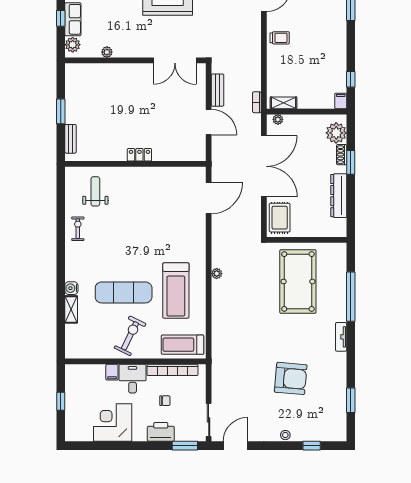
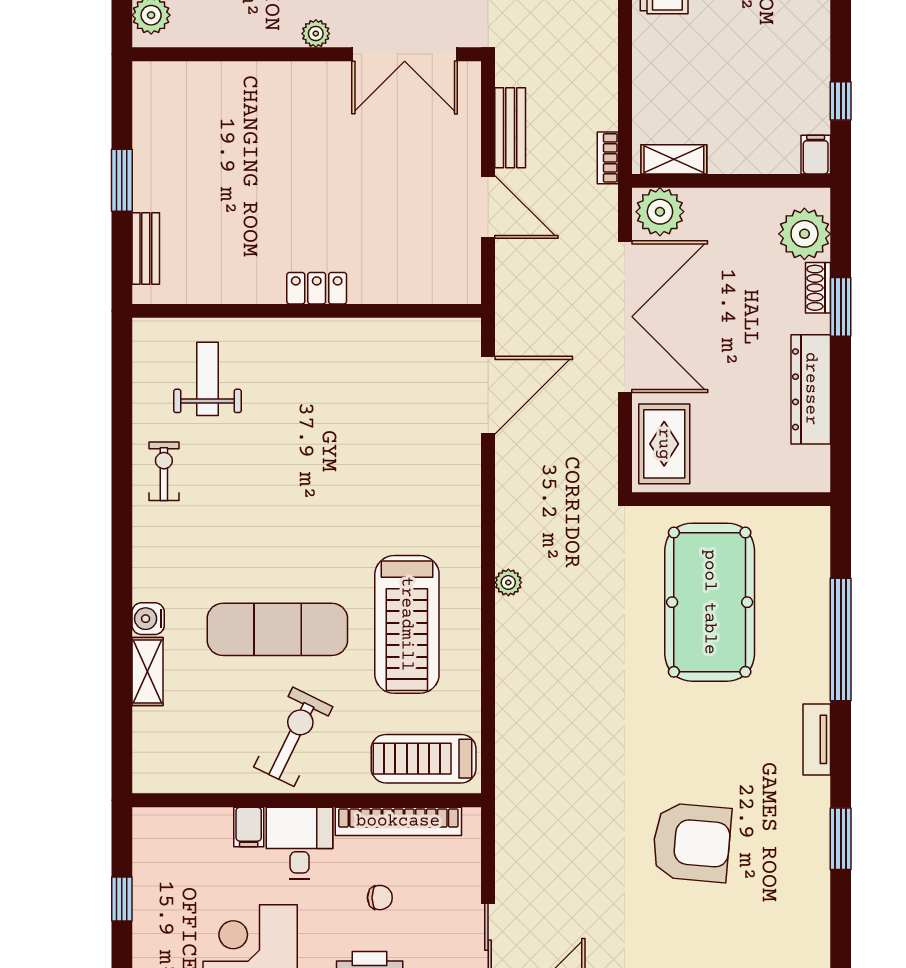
plant: (107, 52) -> (316, 34), moved
plant: (278, 119) -> (660, 212), width x1.87, depth x1.87
window: (351, 400) -> (841, 839), moved

